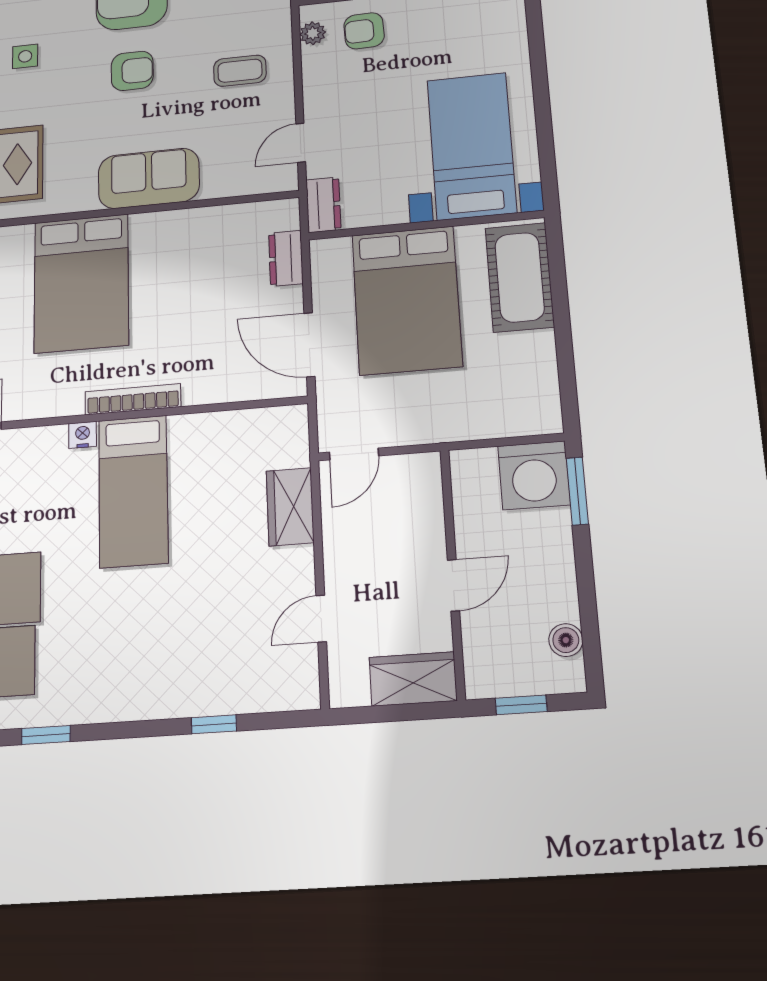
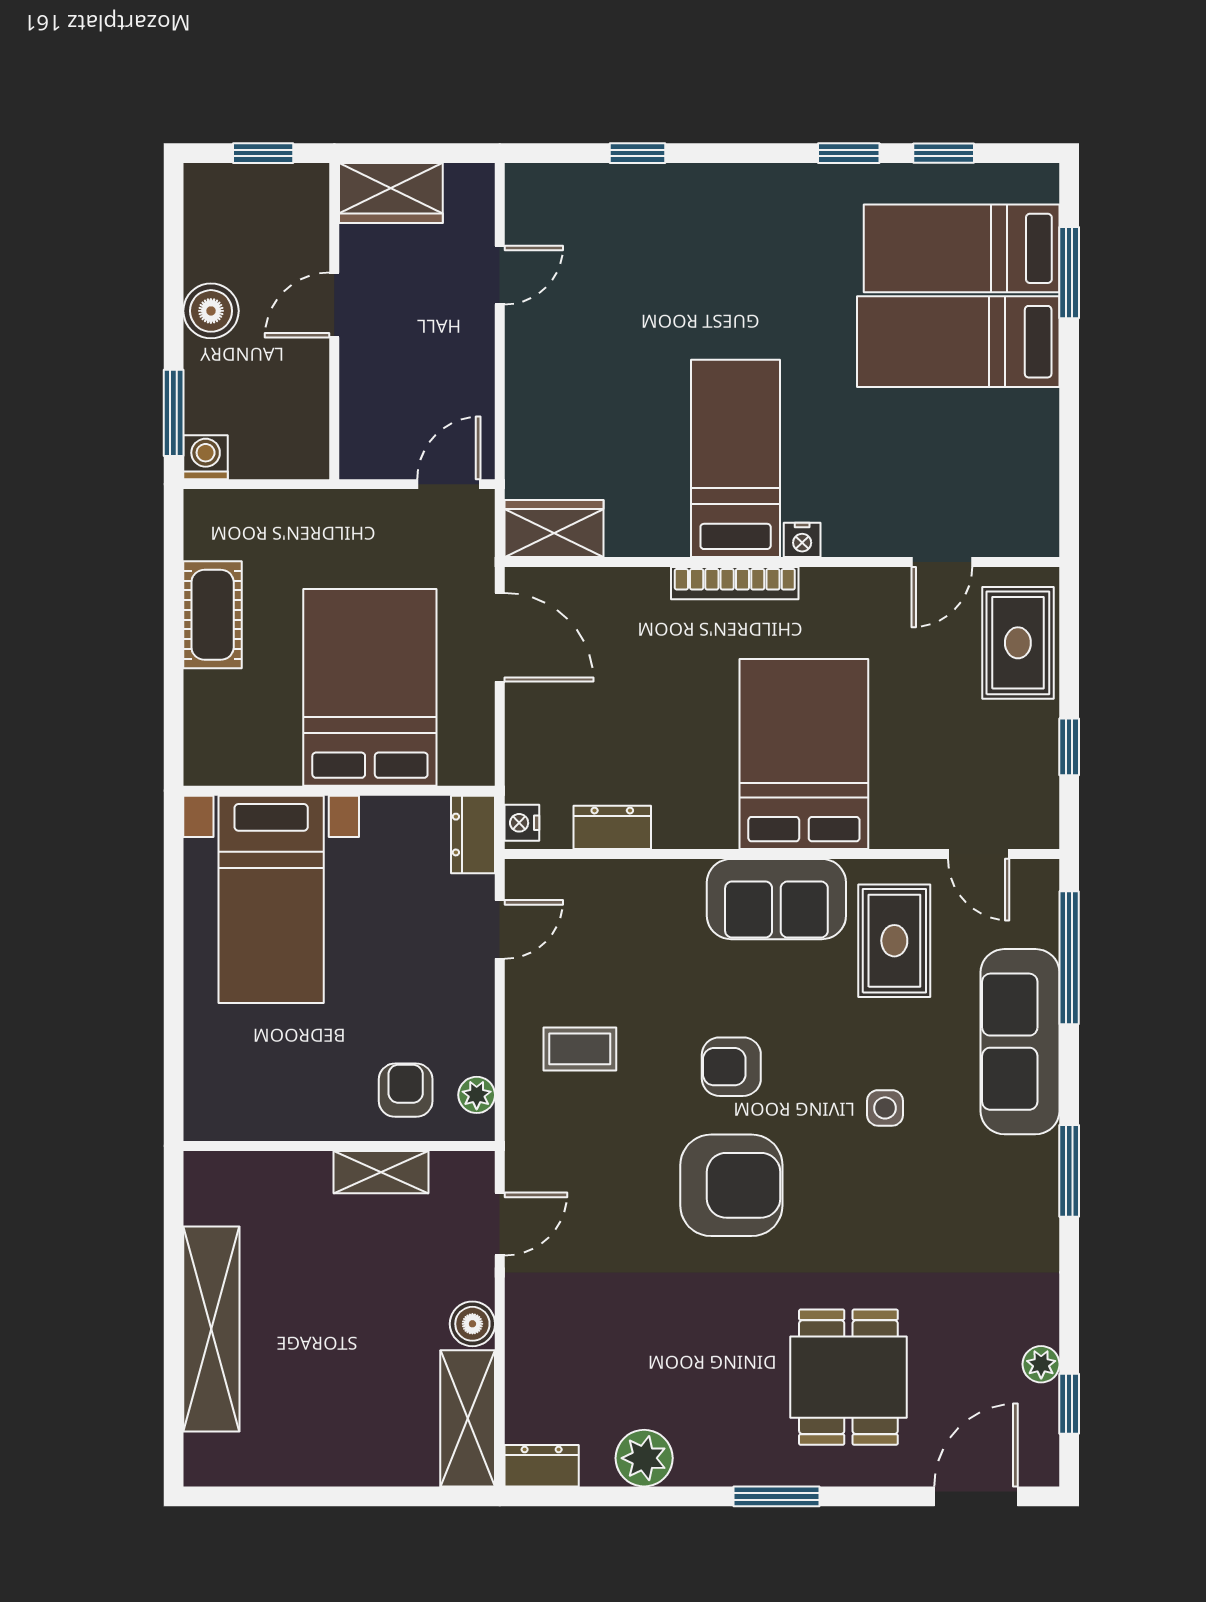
armchair: (364, 31) -> (406, 1090), turned -88
sofa: (149, 178) -> (776, 899), moved
nightstand: (287, 216) -> (522, 823), added
dresser: (286, 258) -> (612, 827), moved, turned -90
cot: (520, 277) -> (213, 615), moved, width x0.73, depth x0.75
washing machine: (534, 475) -> (206, 457), width x0.53, depth x0.53
wardrobe: (290, 507) -> (554, 528), moved, turned -90
boiler: (566, 640) -> (211, 311), moved, width x1.36, depth x1.36

